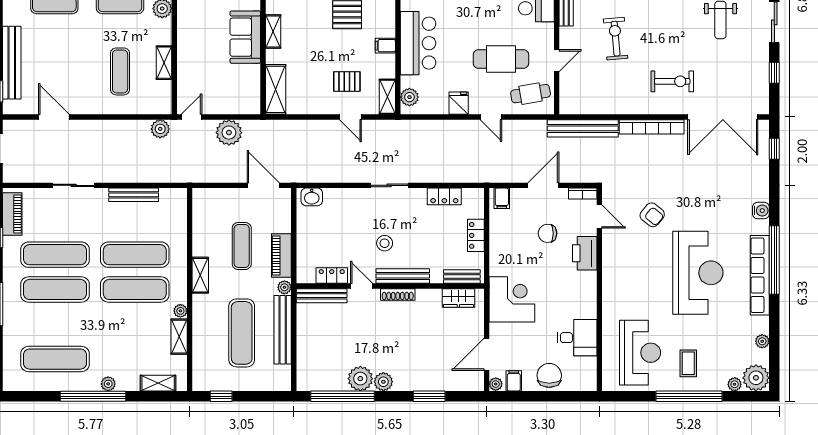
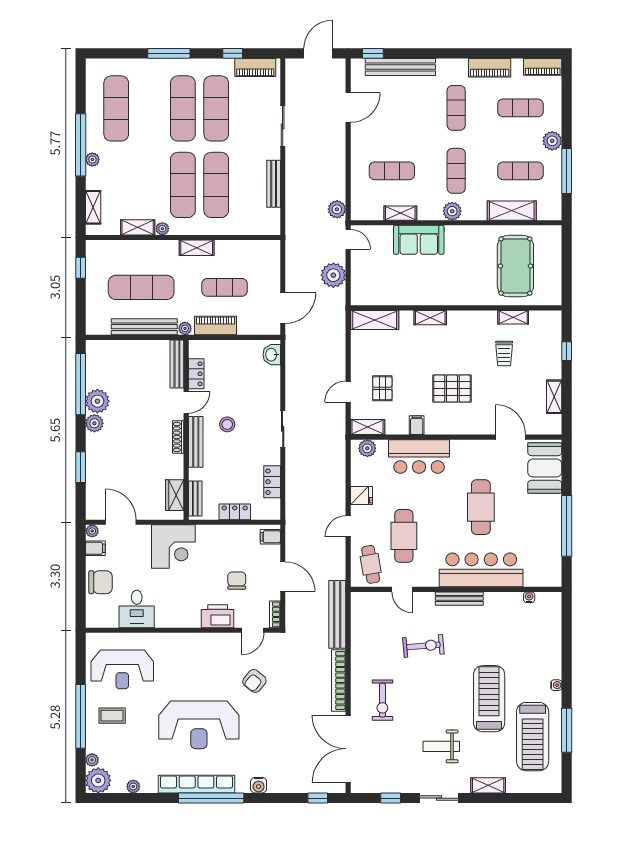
sofa: (245, 37) -> (419, 240), moved, turned 180

